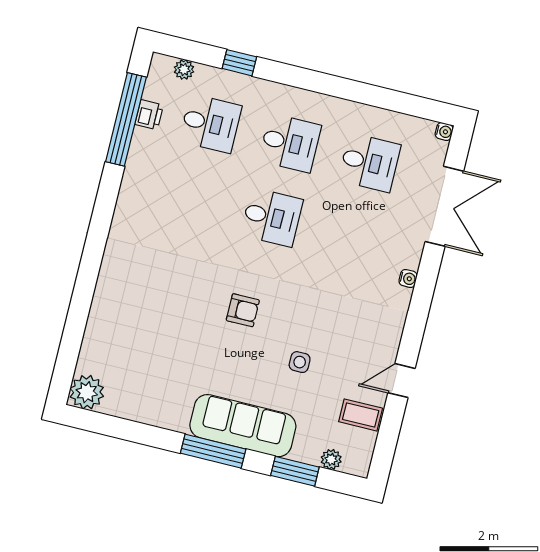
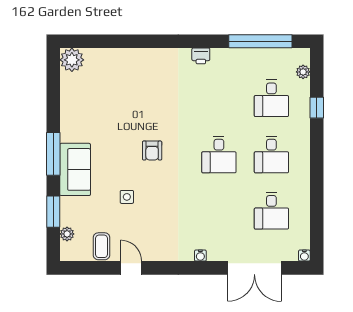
printer: (149, 115) -> (201, 56), moved
sofa: (243, 426) -> (75, 169), width x0.73

